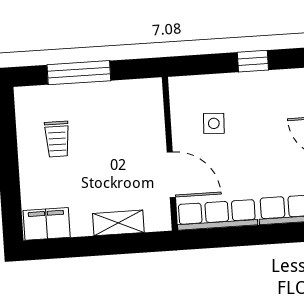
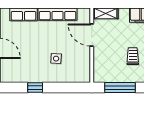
wall: (170, 154) -> (92, 45), moved
door: (171, 175) -> (92, 35), moved

